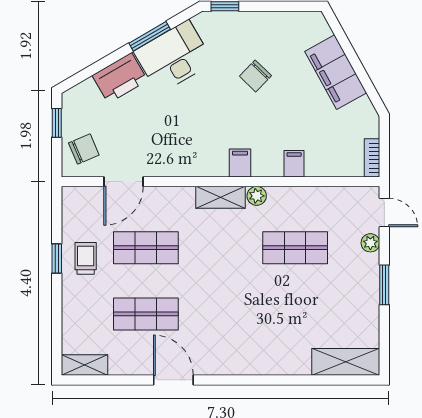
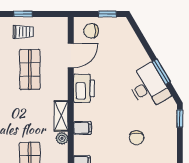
chair: (255, 76) -> (137, 138), turned -134
printer: (120, 78) -> (84, 88), moved, turned -150
chair: (84, 149) -> (91, 31), turned 113
door: (124, 182) -> (71, 56), swing flipped

